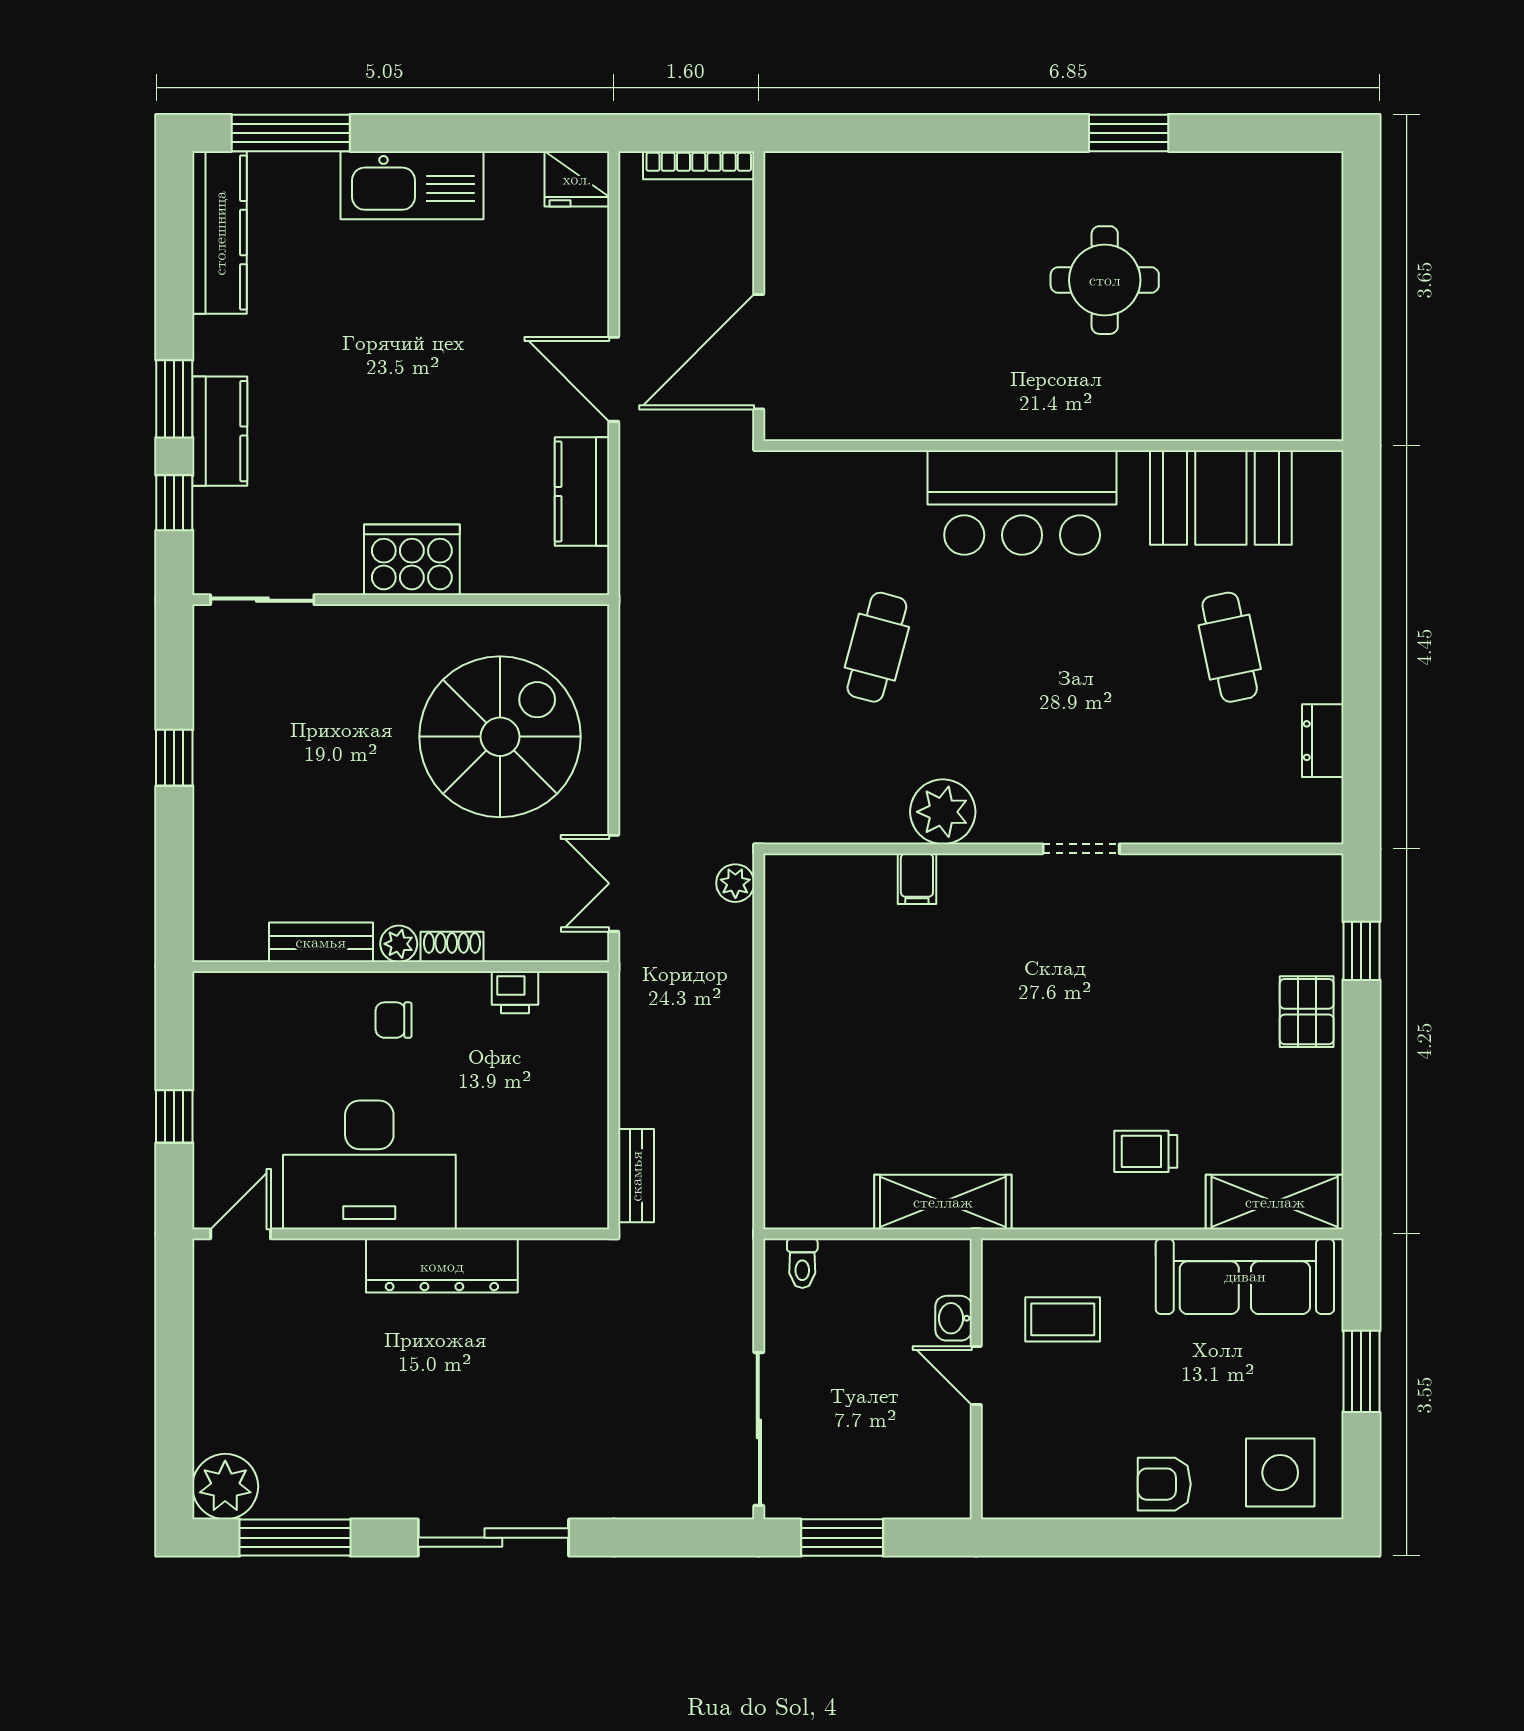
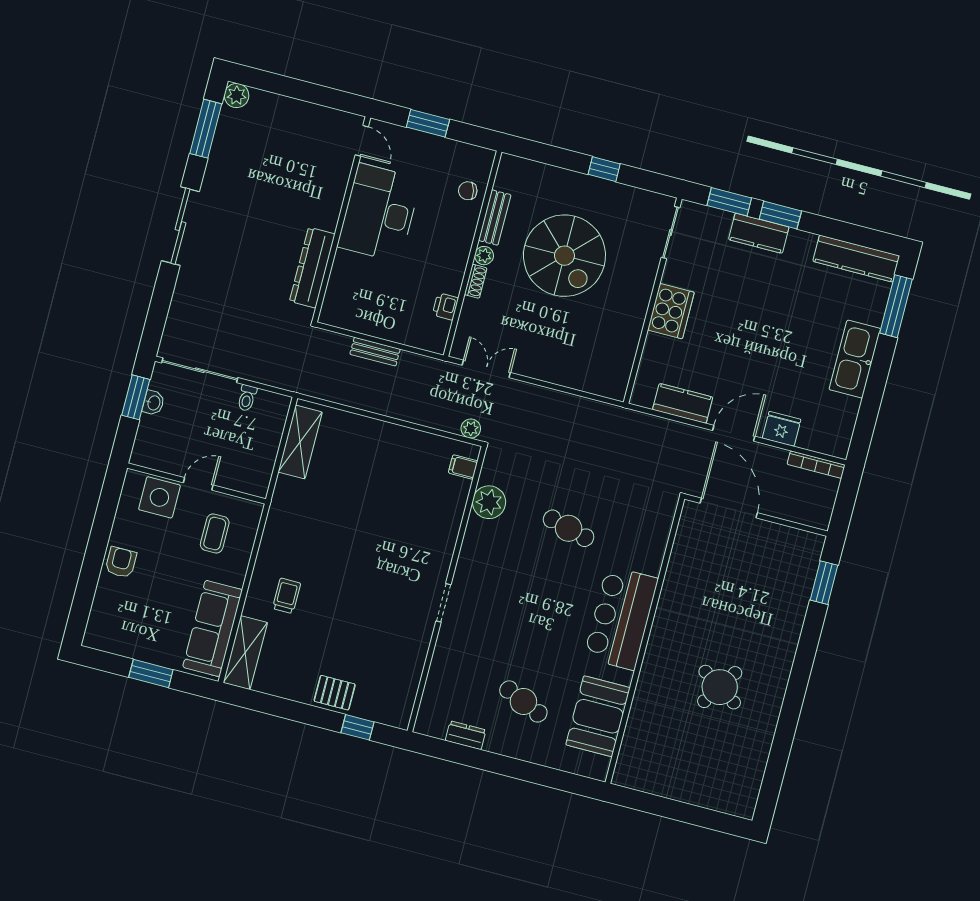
window: (1129, 133) -> (824, 583), moved
bookcase: (699, 165) -> (816, 465), moved, turned -90
fridge: (577, 179) -> (782, 429), moved, turned 90
round table: (1105, 280) -> (720, 687), turned 33
window: (174, 503) -> (729, 202), width x1.50
cafe table: (1230, 647) -> (523, 701), turned 36
spiral stairs: (500, 737) -> (564, 256), moved
plant: (943, 812) -> (489, 502), moved
filing cabinet: (917, 879) -> (463, 467), moved
chair: (394, 1020) -> (468, 191), moved, turned -103
window: (174, 1116) -> (428, 123), width x1.50
bench: (636, 1176) -> (375, 352), moved
shelving: (943, 1202) -> (300, 442), moved
toilet: (802, 1263) -> (247, 398), moved, turned -90
dresser: (442, 1266) -> (312, 268), moved
washbasin: (954, 1318) -> (153, 403), moved, turned 90
side table: (1280, 1473) -> (159, 497), moved
plant: (225, 1487) -> (237, 96), width x0.73, depth x0.73

